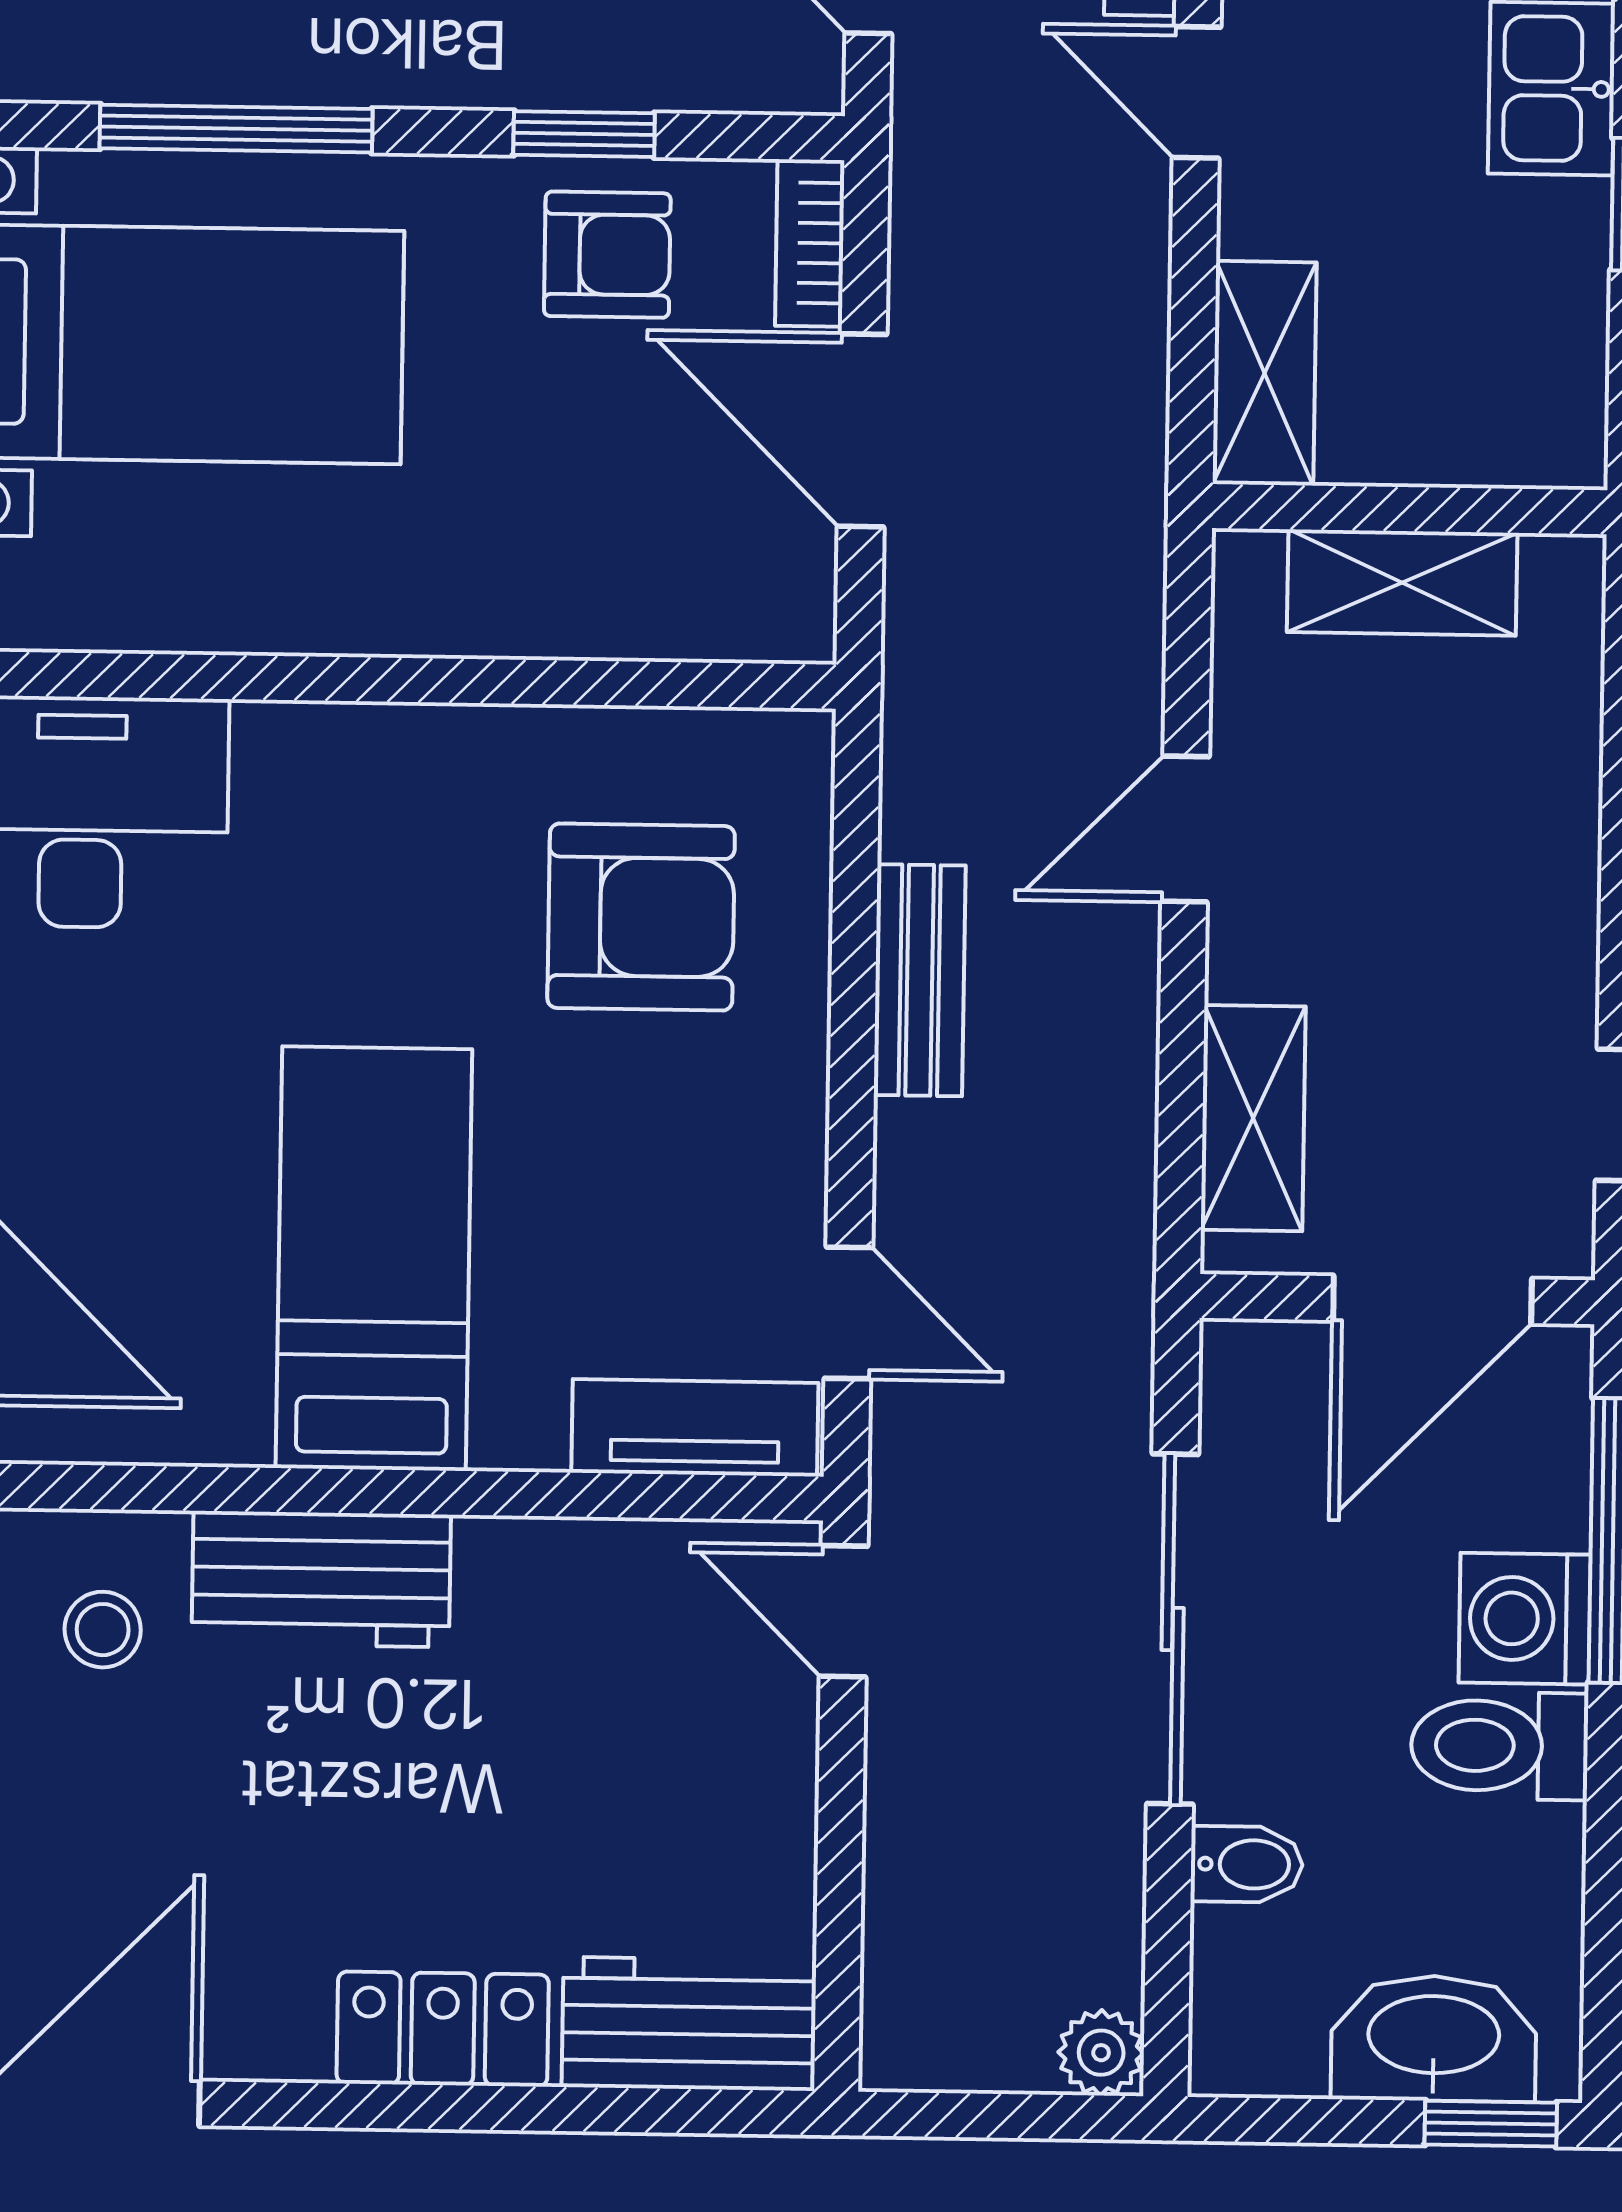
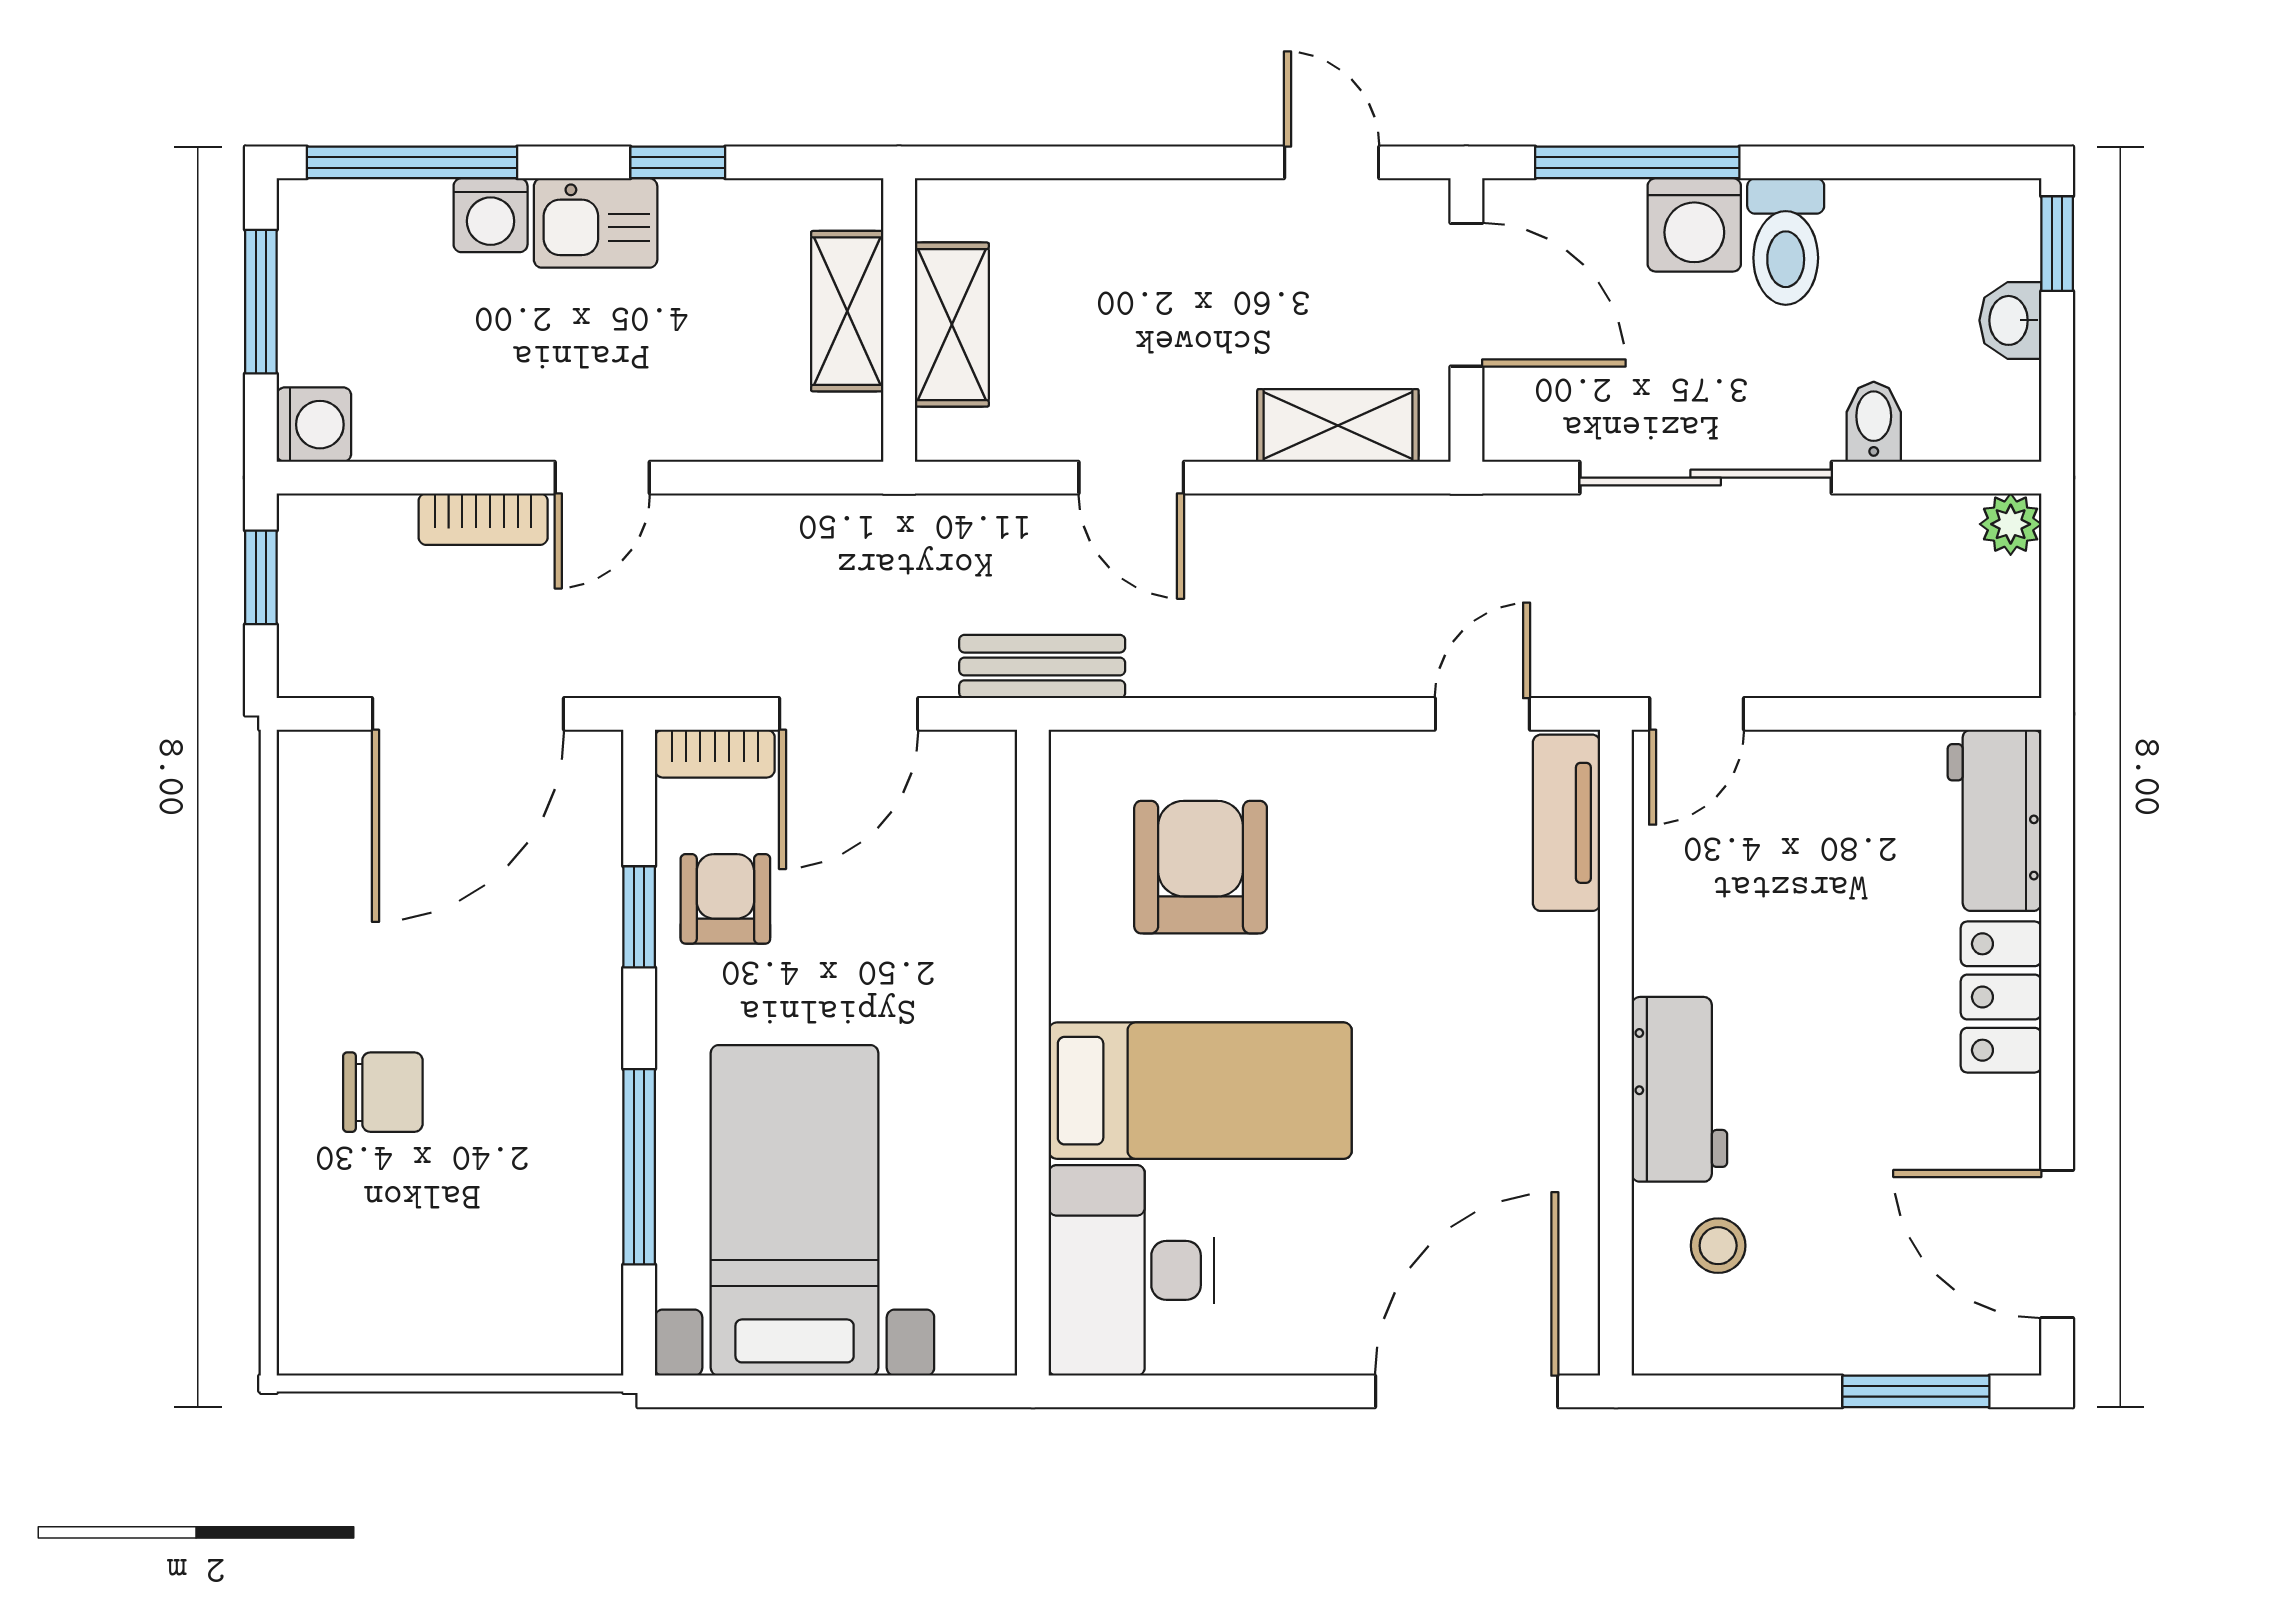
shelving: (1265, 373) -> (847, 311), moved, turned 90
bench: (920, 980) -> (1042, 666), moved
bed: (374, 1259) -> (1200, 1091), moved, turned 180
washbasin: (1434, 2038) -> (2010, 320), width x0.52, depth x0.69

